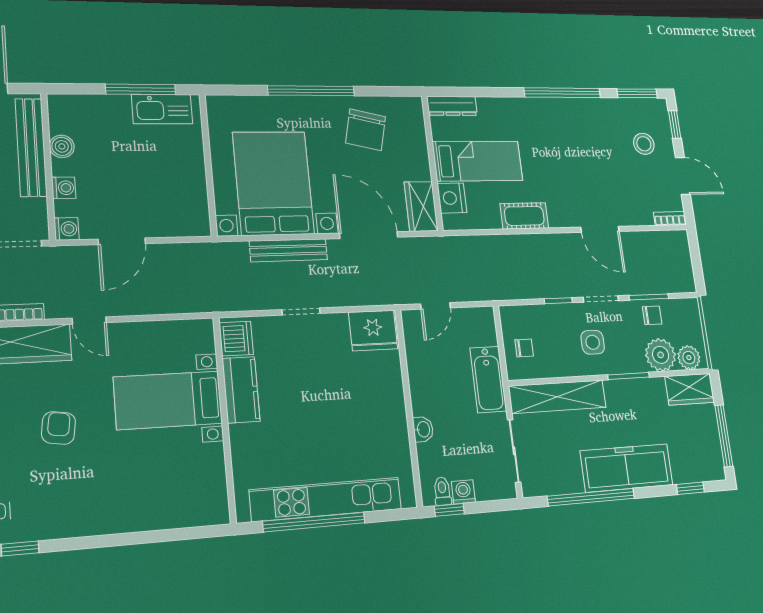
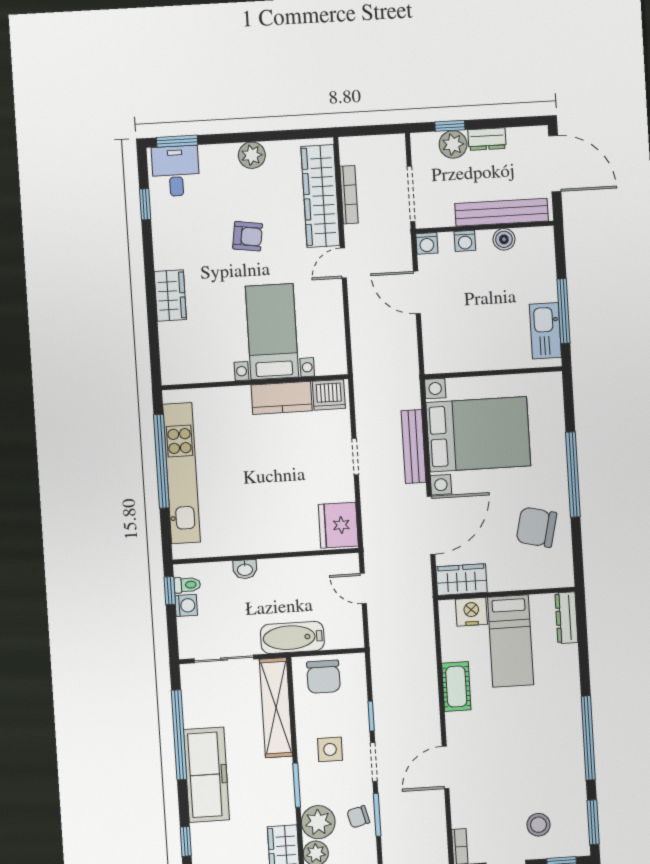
chair: (652, 315) -> (358, 817), turned 76
chair: (524, 348) -> (323, 677), width x1.87, depth x1.87
wardrobe: (128, 516) -> (170, 296), added

